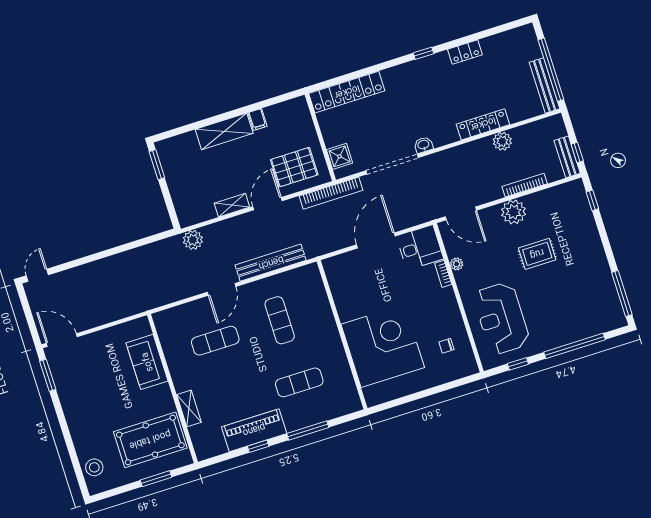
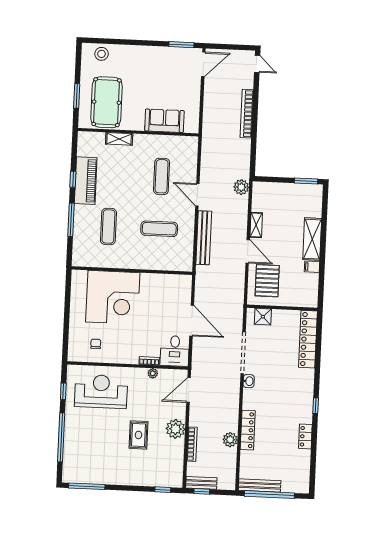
bookcase: (331, 193) -> (247, 114), moved

